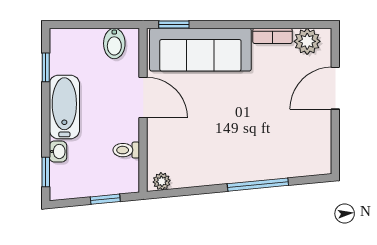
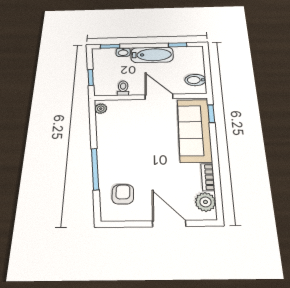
door: (143, 98) -> (159, 97), swing flipped
armchair: (295, 147) -> (123, 194), added

